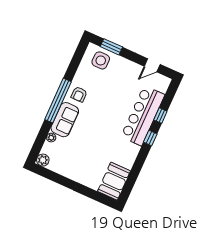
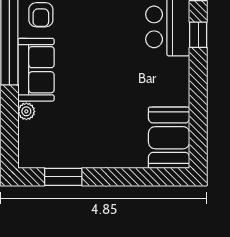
plant: (43, 160) -> (29, 157), removed
window: (55, 177) -> (63, 177), added

